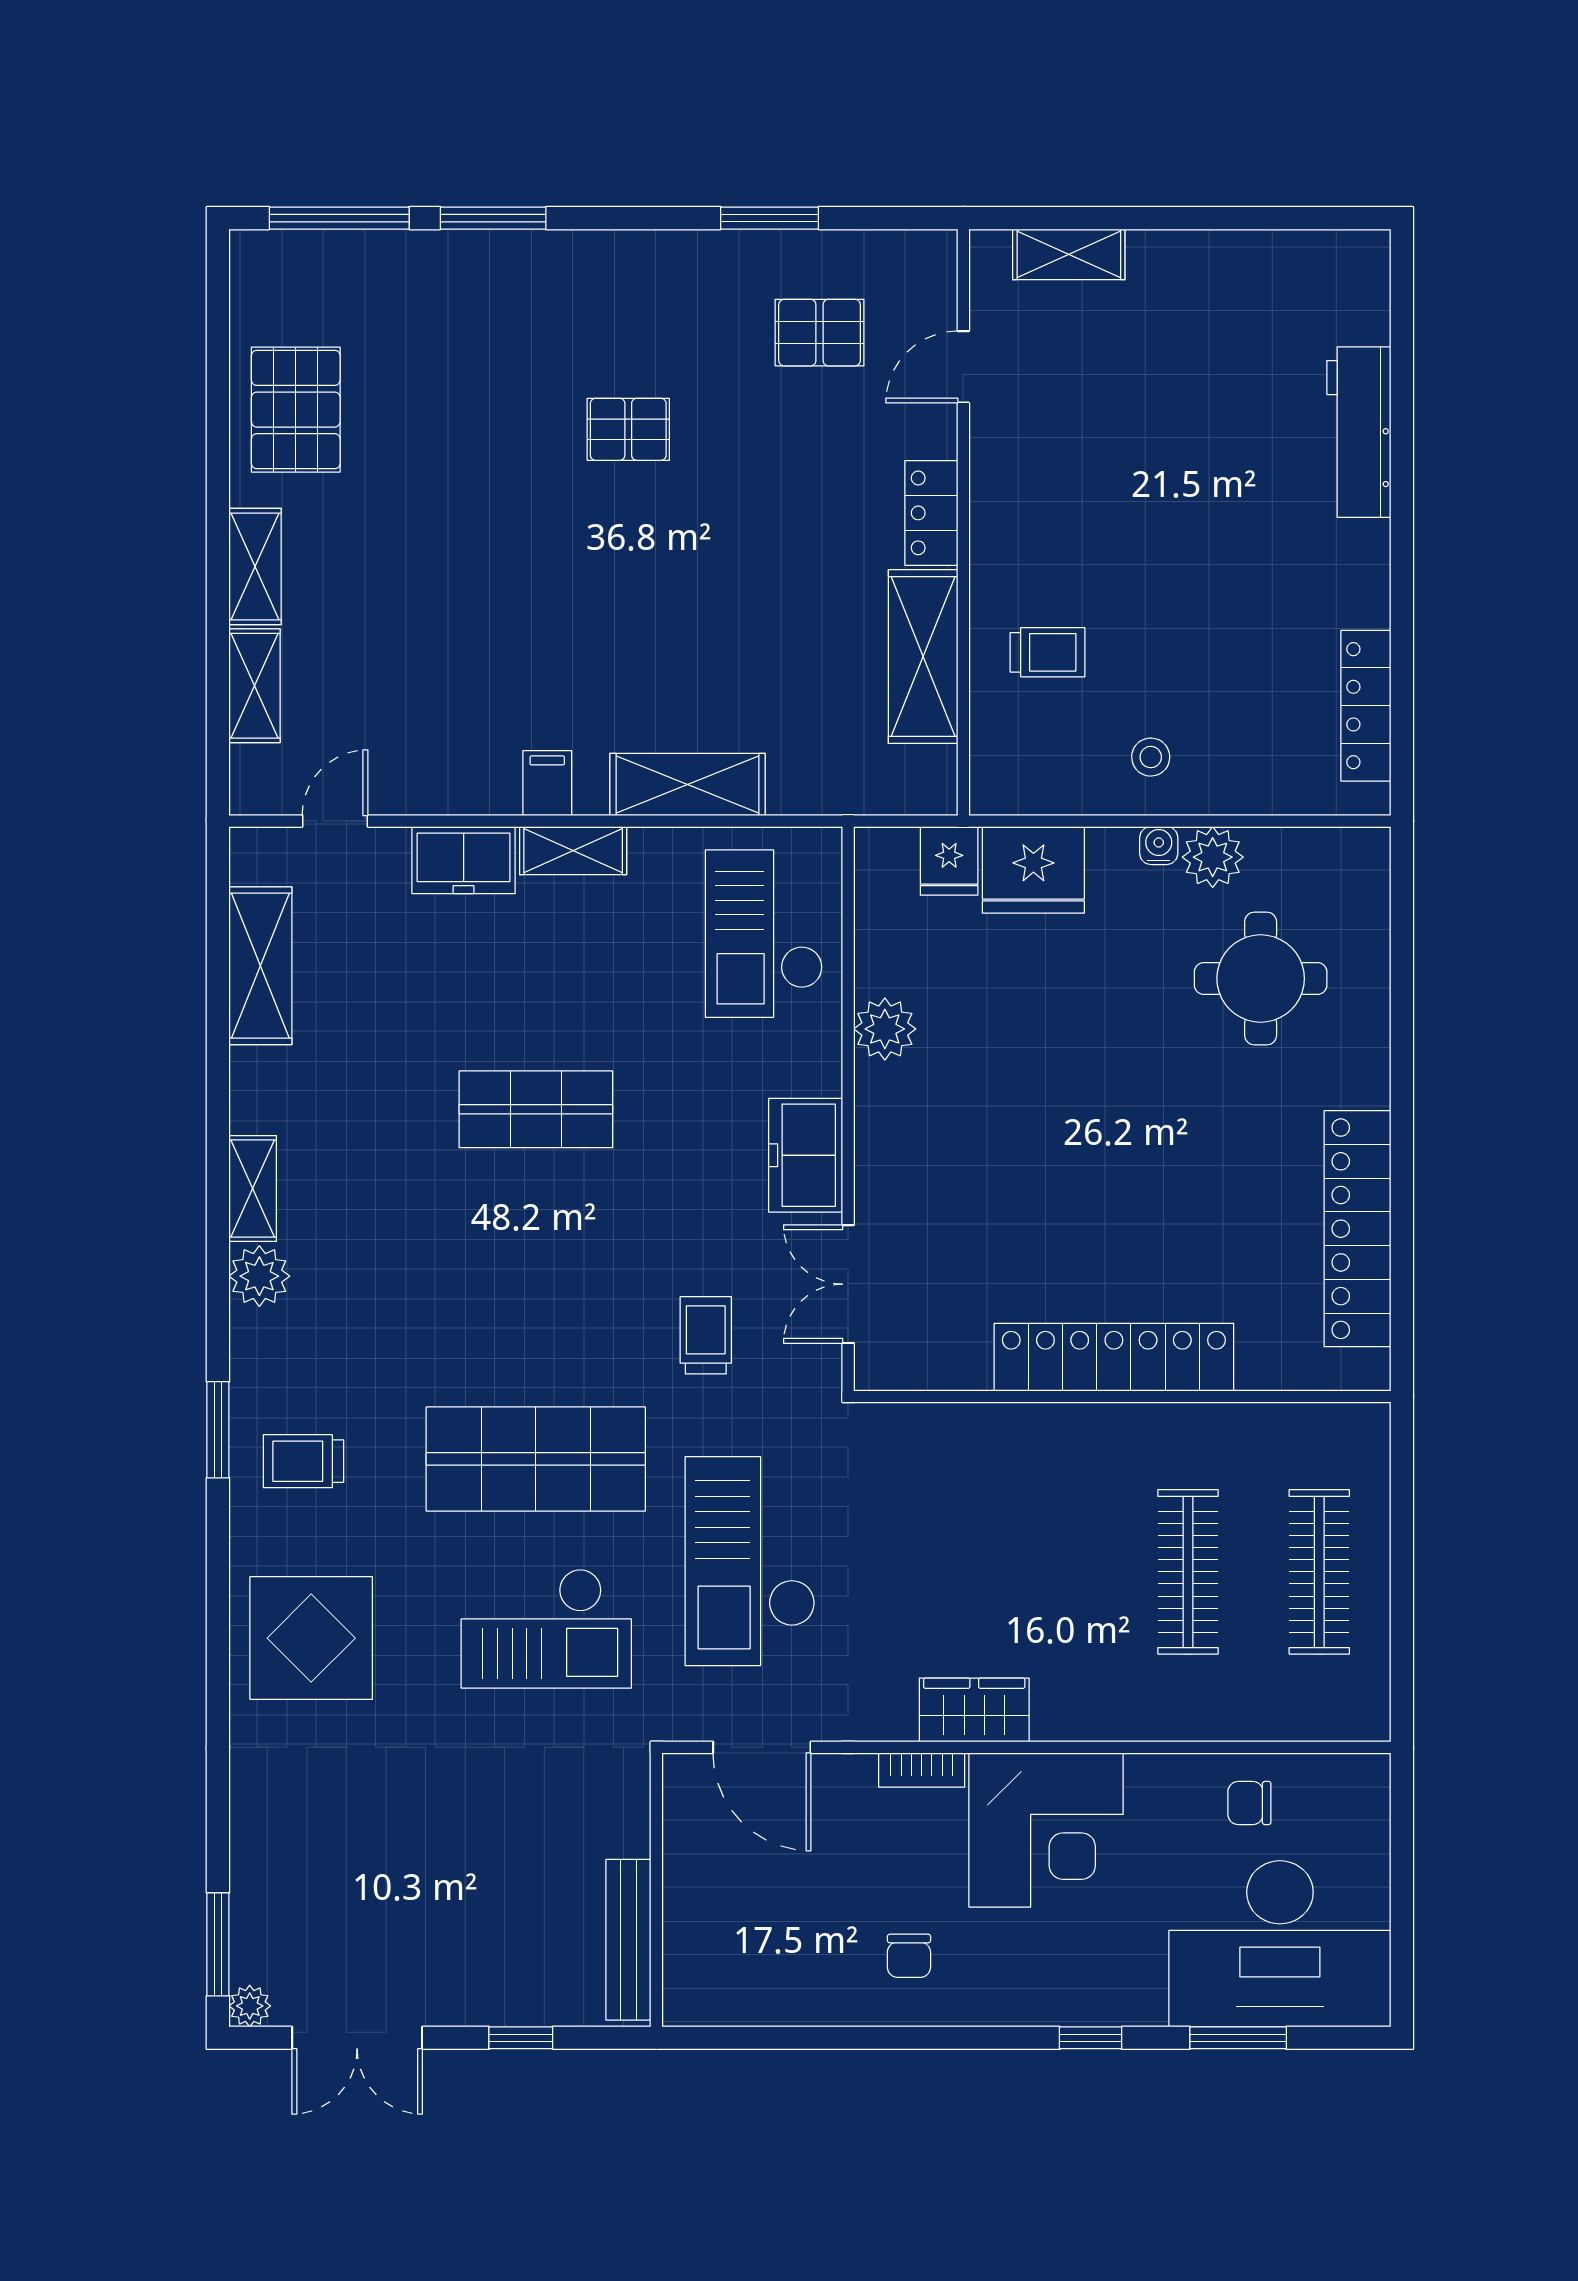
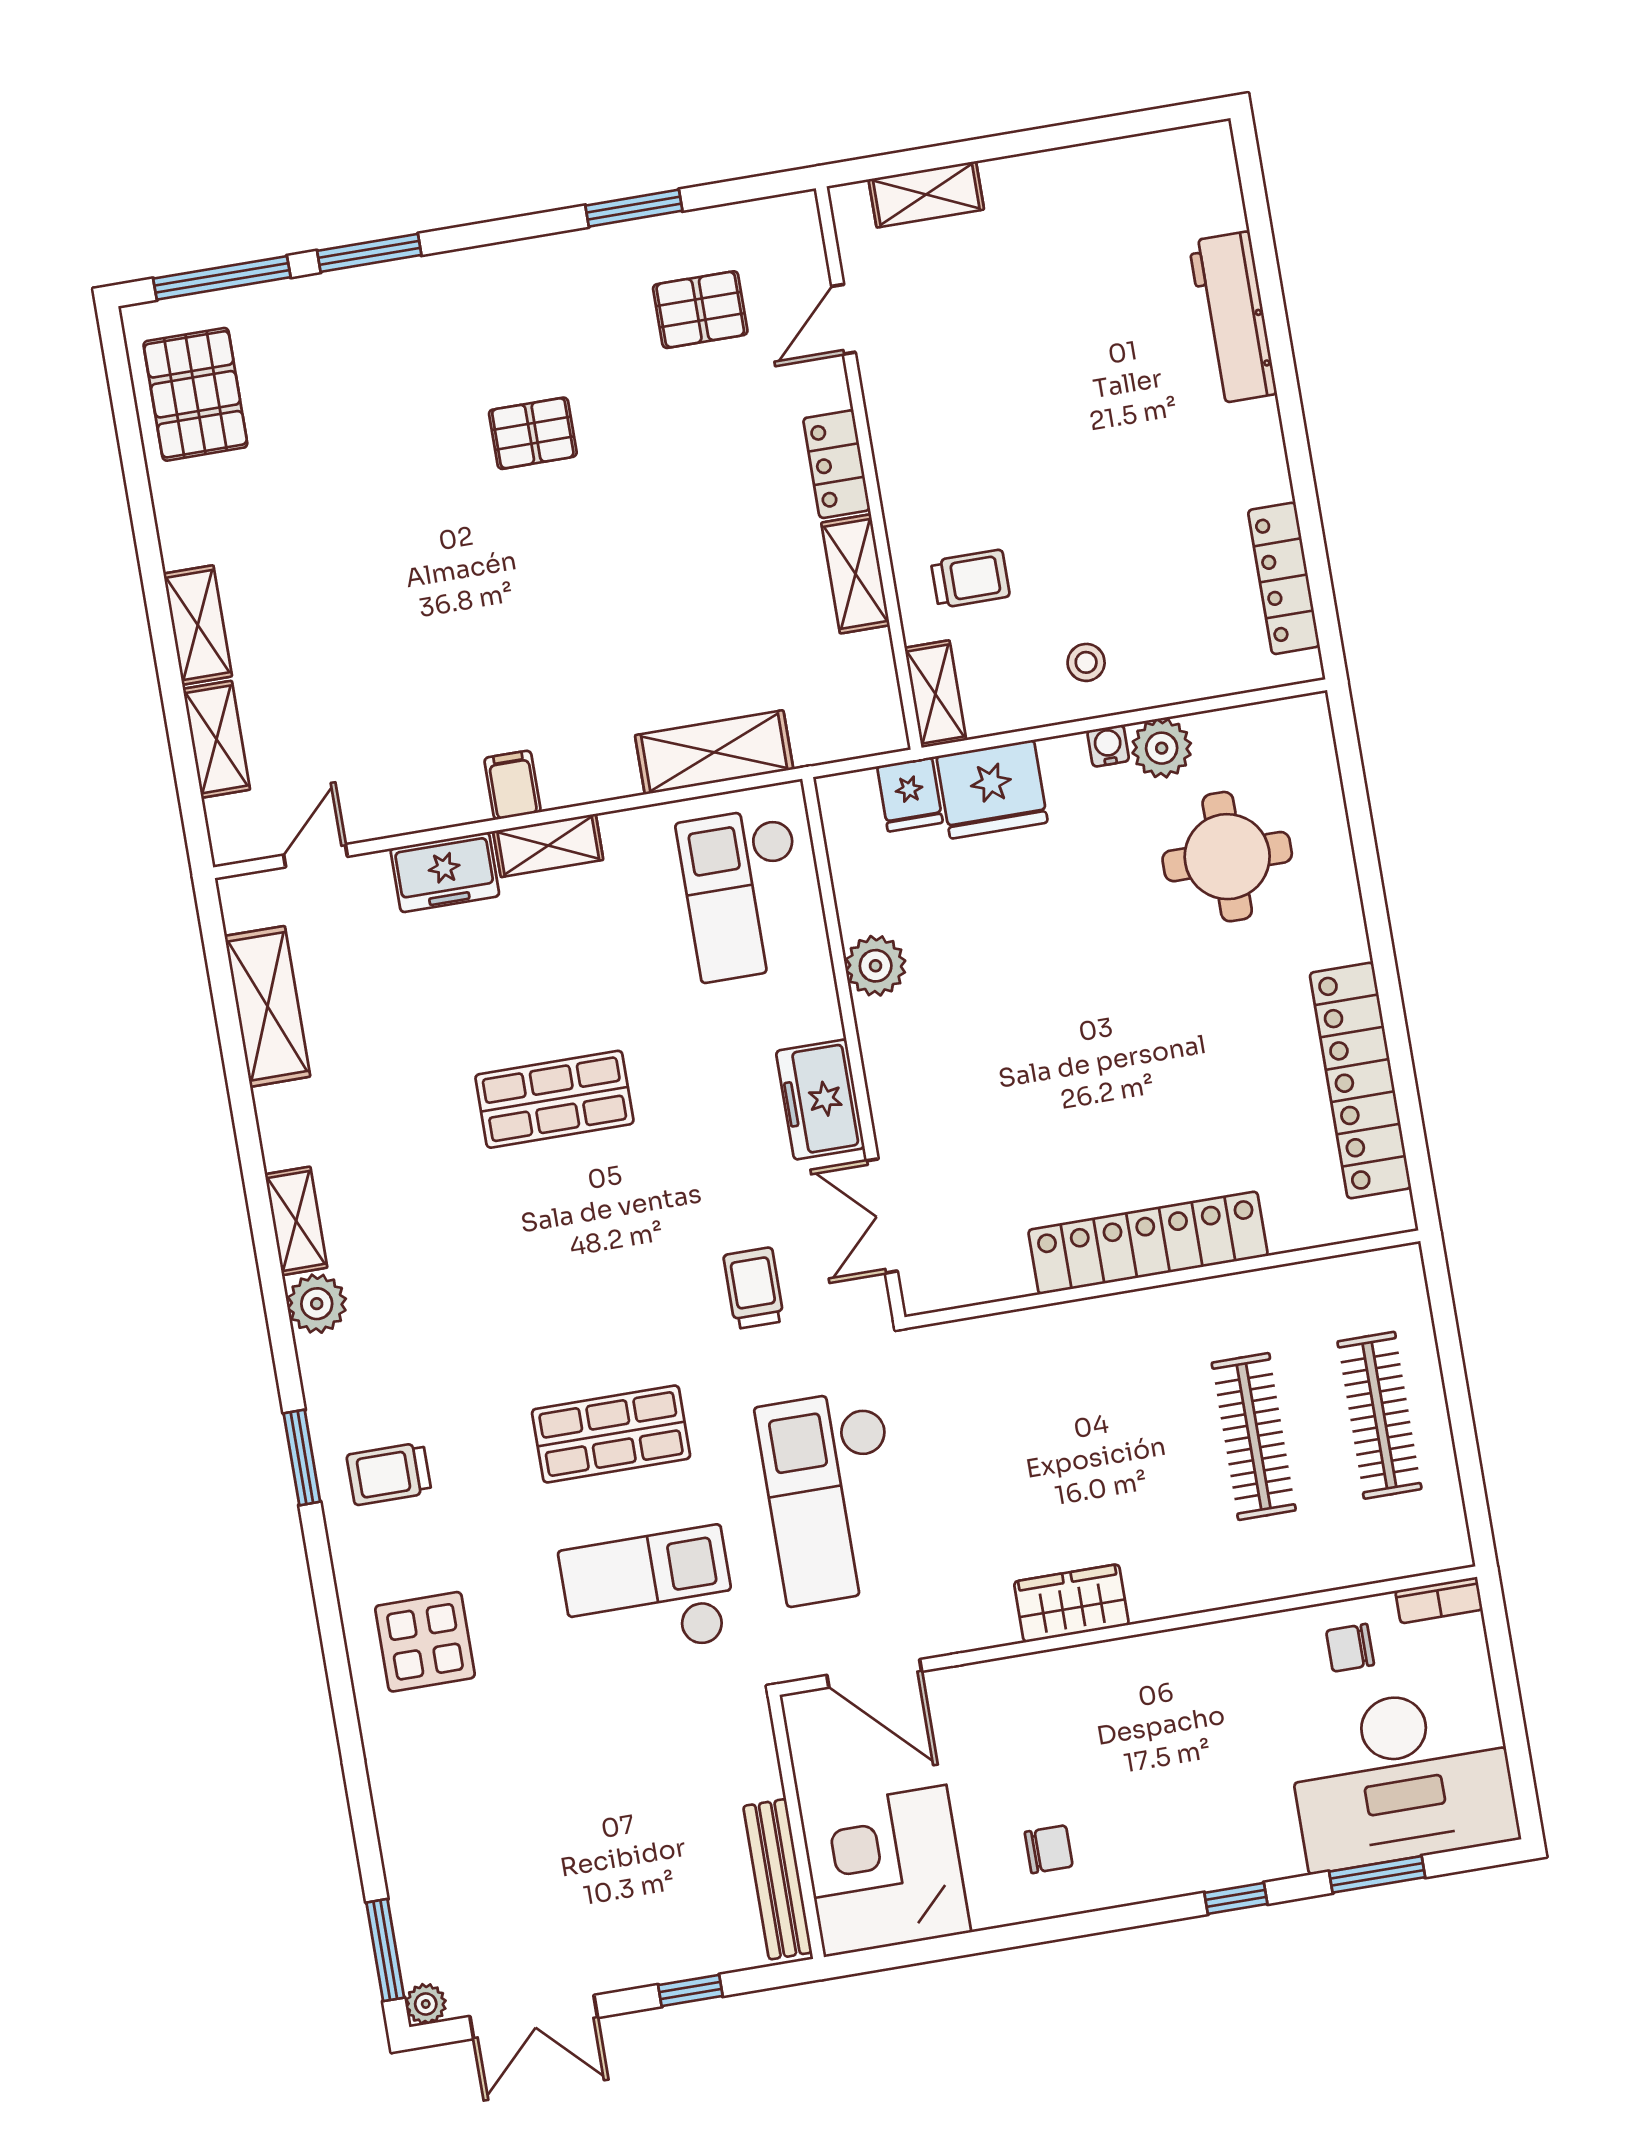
pallet: (296, 410) -> (195, 394), moved
shelving: (923, 657) -> (856, 574), width x0.67, depth x0.75
shelving: (992, 763) -> (935, 694), added
shelving: (687, 784) -> (714, 752), moved
shop shelf: (536, 1459) -> (611, 1434), width x0.70, depth x0.74
checkout: (546, 1628) -> (648, 1595), turned 180
display table: (311, 1638) -> (425, 1642), width x0.73, depth x0.73
bookcase: (922, 1770) -> (1439, 1600), moved
corner desk: (1046, 1830) -> (885, 1871), moved, turned 180
chair: (909, 1956) -> (1049, 1849), turned -90

